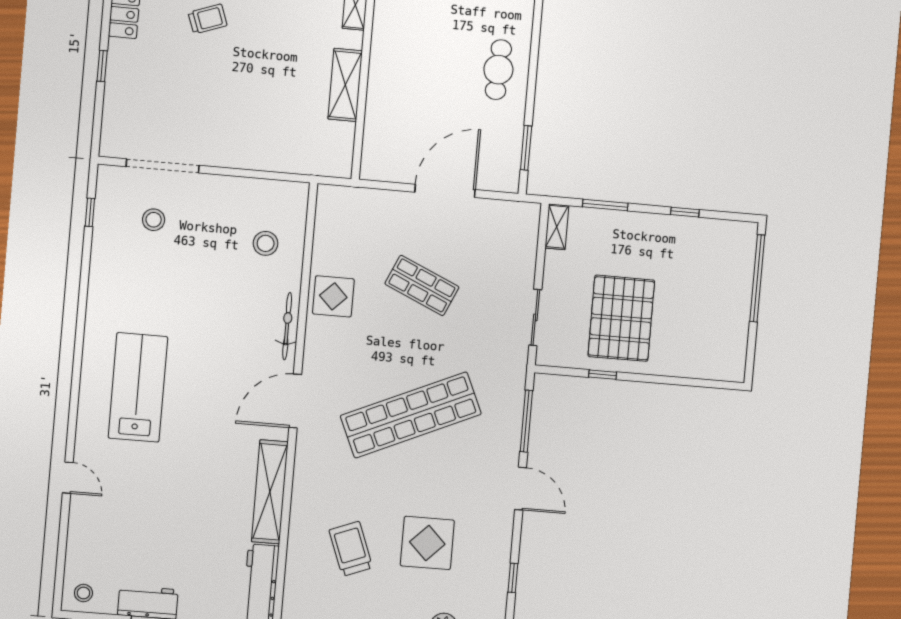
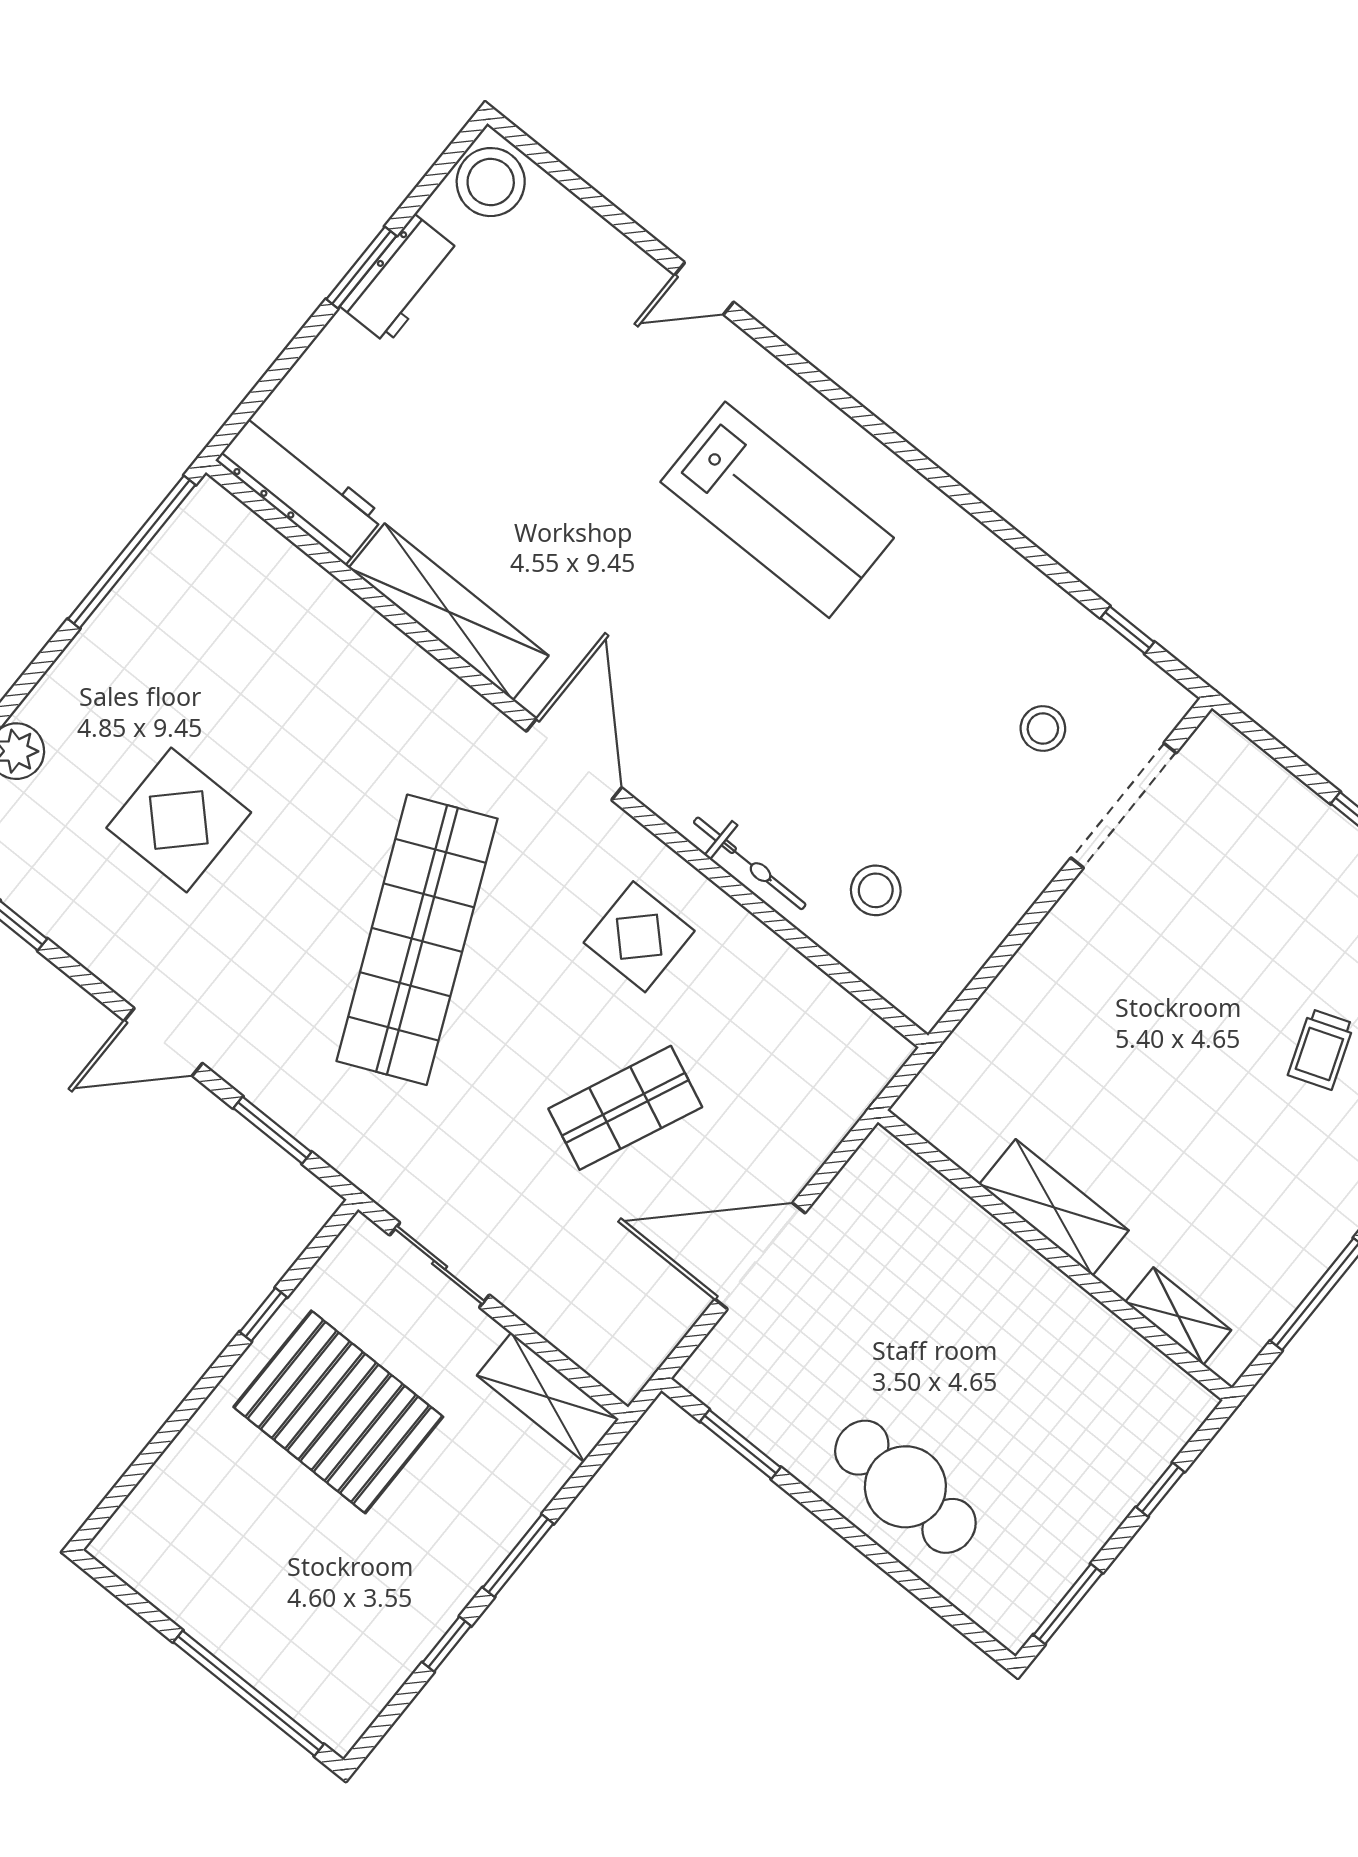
cafe table: (498, 70) -> (905, 1487), width x1.37, depth x1.35
door: (445, 191) -> (760, 1256), swing flipped
window: (605, 205) -> (518, 1556), moved
shelving: (557, 227) -> (548, 1397), width x1.50, depth x1.33
display table: (333, 296) -> (639, 937), moved
bicycle: (287, 326) -> (750, 863), moved
window: (526, 421) -> (272, 1130), width x0.69
trolley: (351, 549) -> (258, 683), removed
stool: (83, 593) -> (491, 182), width x1.89, depth x1.89

